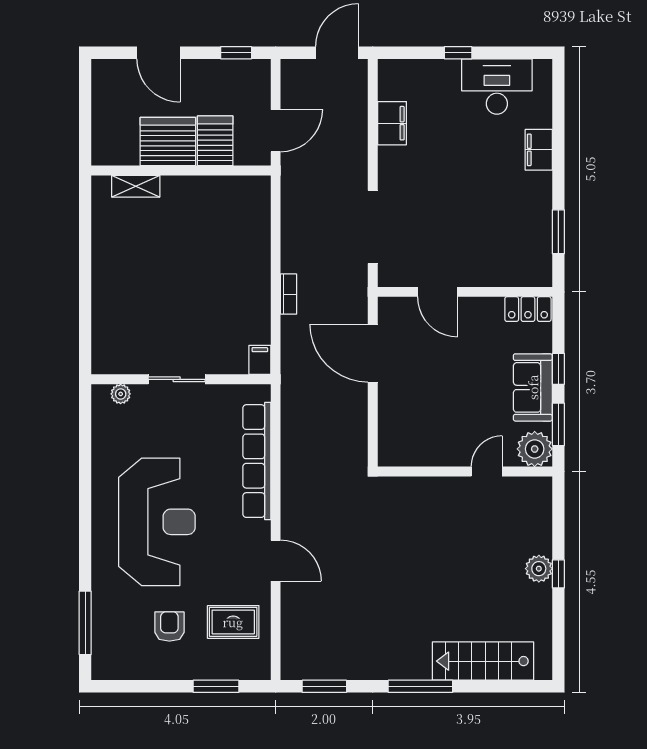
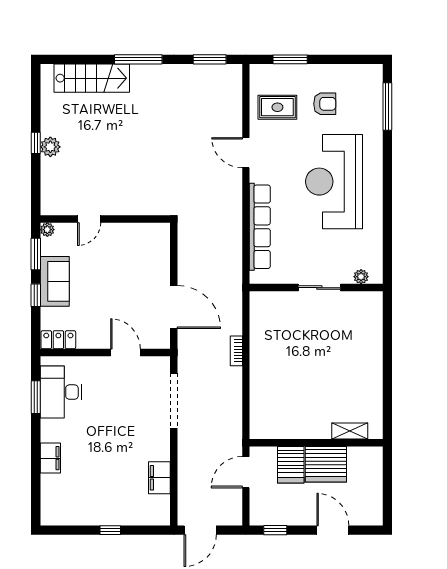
desk: (497, 87) -> (61, 392), moved, turned 90
filing cabinet: (260, 360) -> (258, 302), removed
plant: (535, 449) -> (47, 230), width x0.53, depth x0.53
armchair: (169, 626) -> (325, 104), turned -90

